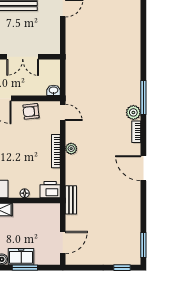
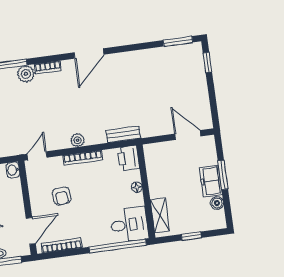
armchair: (31, 111) -> (62, 196), moved
bench: (71, 200) -> (123, 134), moved

